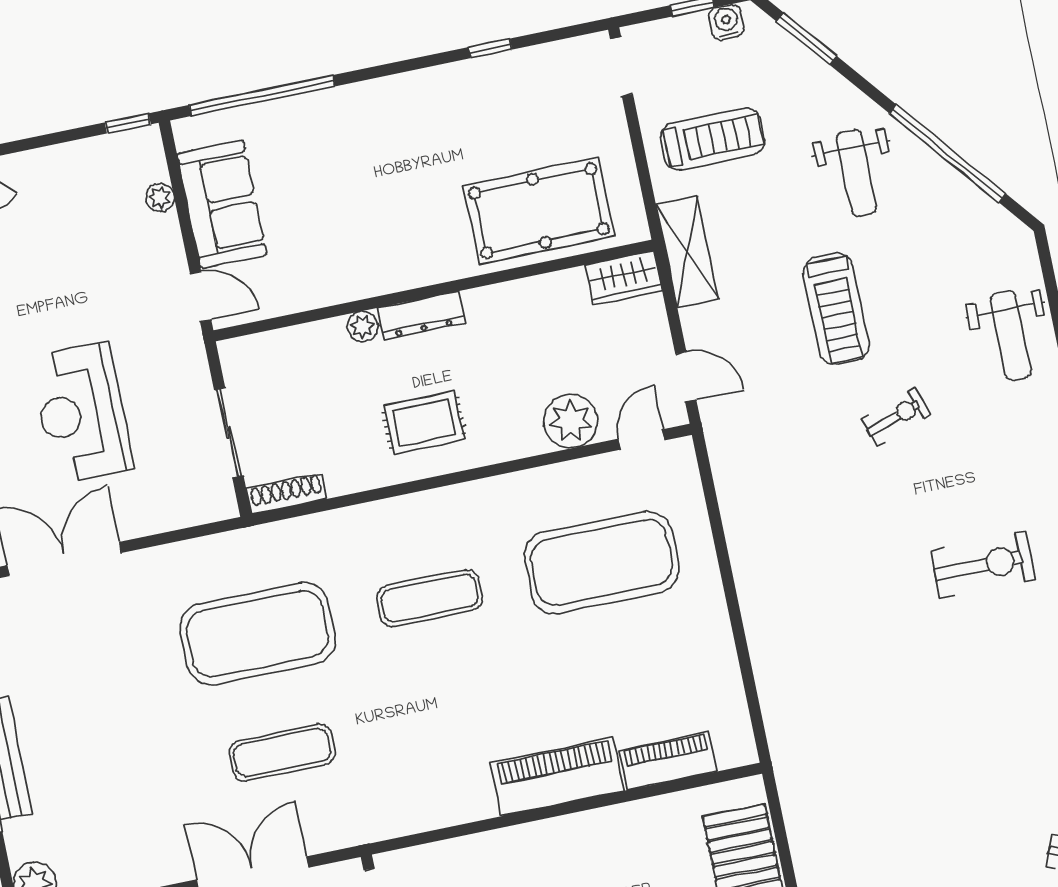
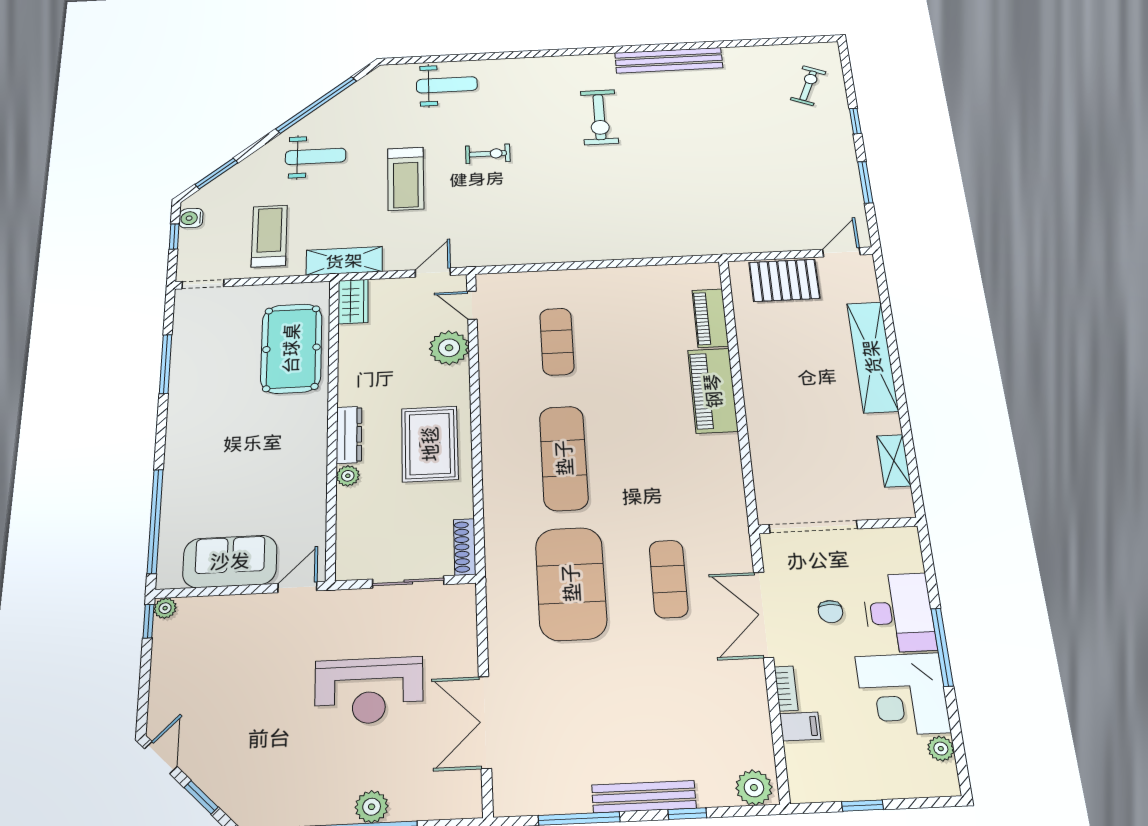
window: (490, 48) -> (166, 364), width x2.17
plant: (160, 197) -> (165, 608), moved
treadmill: (836, 309) -> (406, 179), turned 90
exercise bike: (896, 417) -> (488, 154), turned 109
rug: (424, 423) -> (430, 444), width x1.36, depth x1.43
exercise mat: (601, 562) -> (557, 342), width x0.50, depth x0.69
exercise bike: (983, 565) -> (599, 117), turned 180
exercise mat: (429, 598) -> (564, 458), width x1.36, depth x1.45

